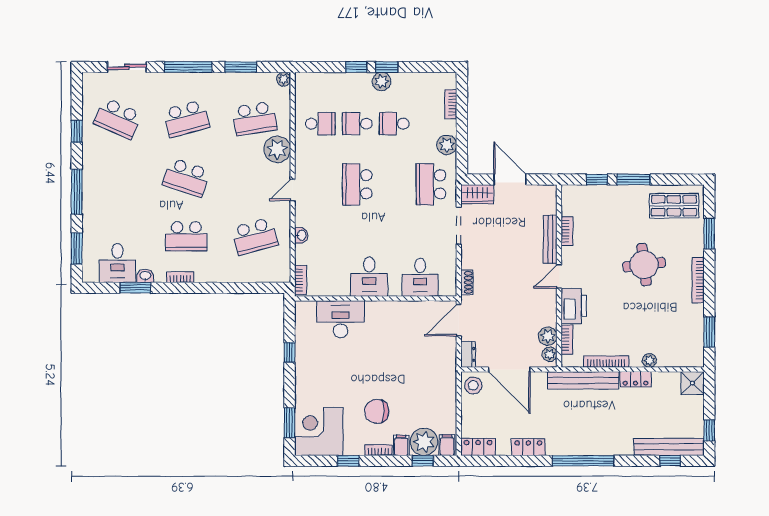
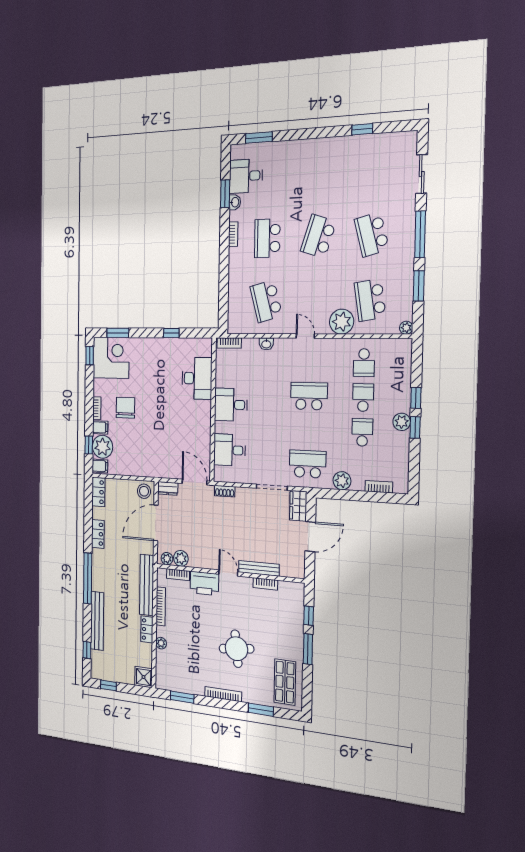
school desk: (118, 119) -> (373, 168), removed
window: (77, 192) -> (308, 134), removed
bench: (669, 447) -> (97, 621), moved
window: (348, 461) -> (90, 356), moved

